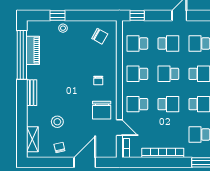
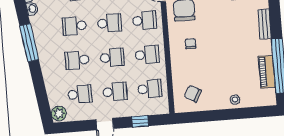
window: (58, 16) -> (242, 113), removed
window: (137, 16) -> (140, 121), moved
school desk: (168, 43) -> (115, 92), turned 180
school desk: (168, 104) -> (109, 23), turned 180

